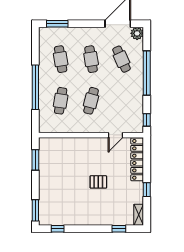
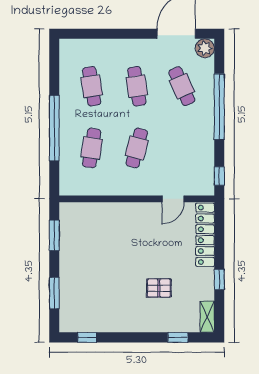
window: (57, 24) -> (87, 34), removed
pallet: (98, 182) -> (159, 288), moved
window: (35, 210) -> (54, 293), moved

